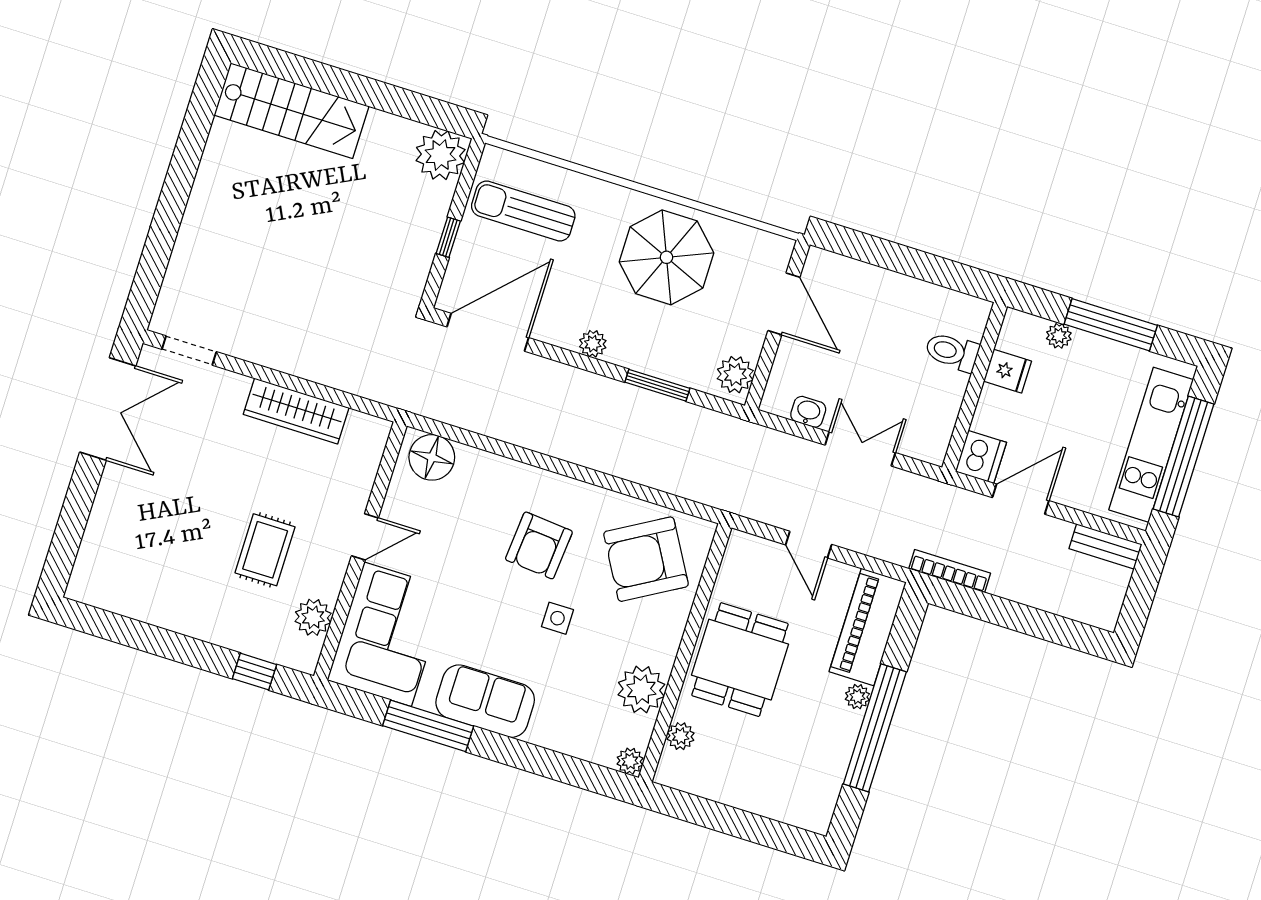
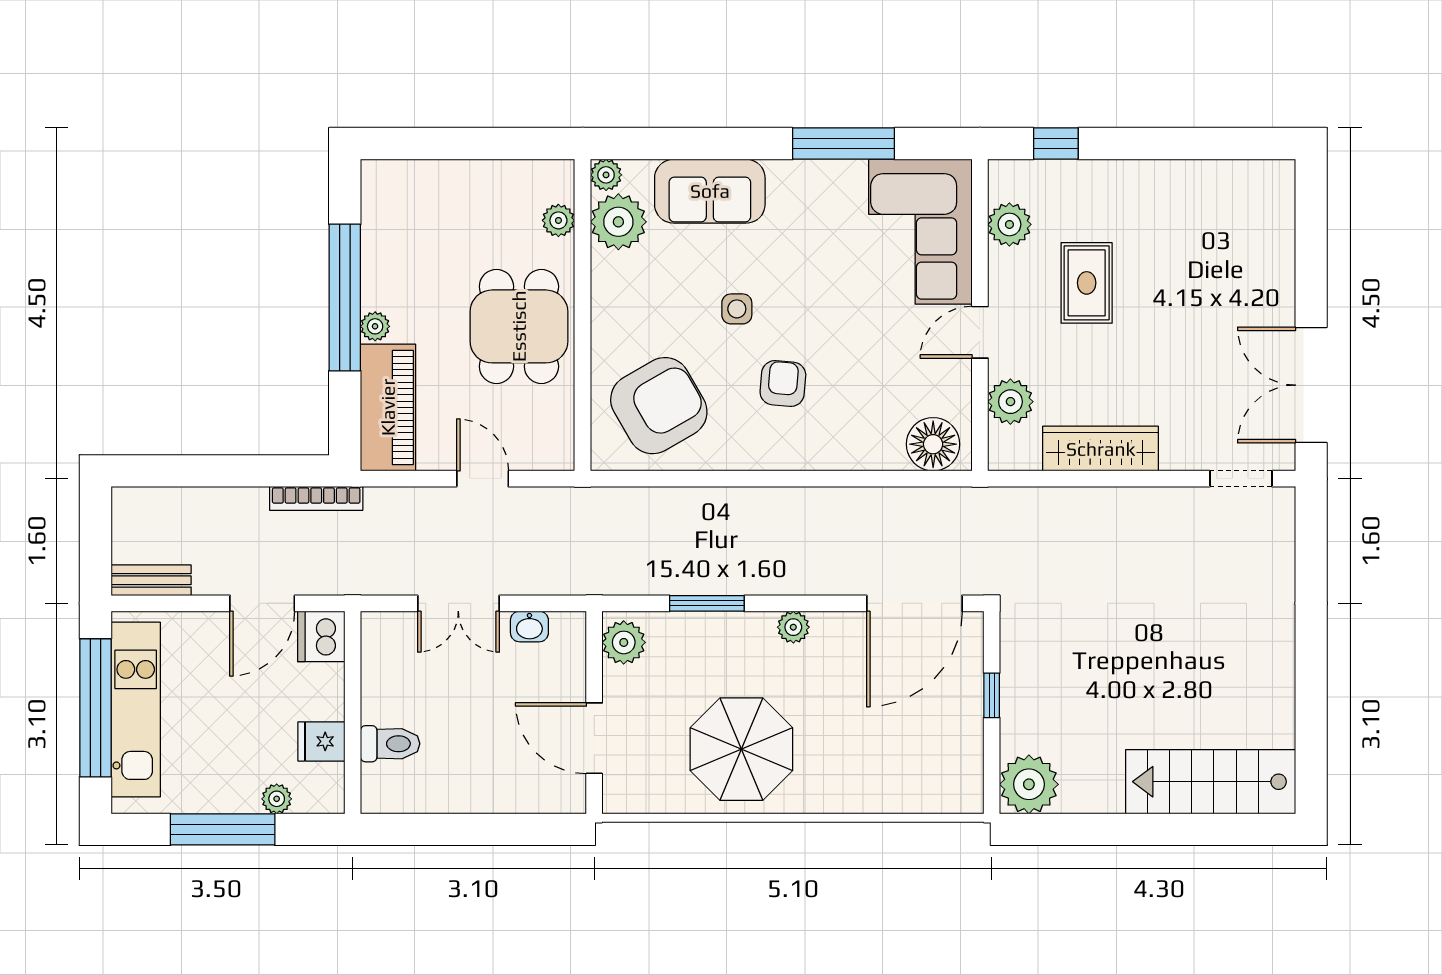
sun lounger: (523, 211) -> (917, 751), removed
plant: (358, 472) -> (1010, 402), added
armchair: (539, 545) -> (783, 383), width x0.72, depth x0.72
plant: (641, 690) -> (618, 222), moved
sofa: (485, 701) -> (710, 191), moved

